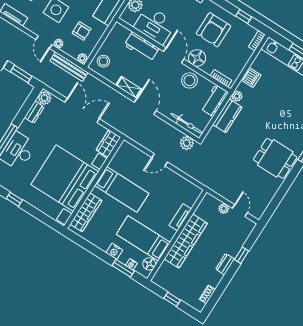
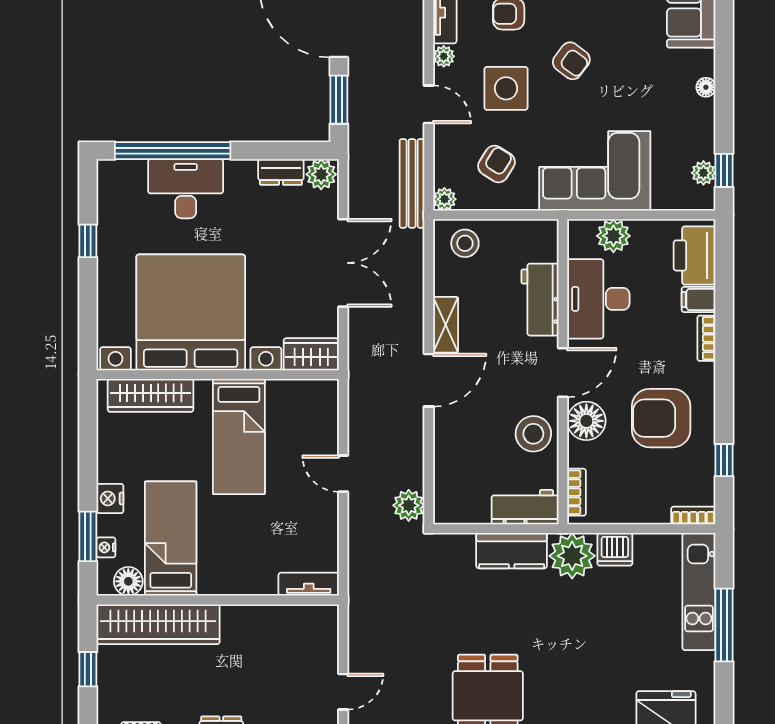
armchair: (82, 31) -> (497, 164), turned -148
door: (44, 42) -> (429, 104), swing flipped
plant: (58, 44) -> (444, 56), moved
plant: (237, 96) -> (572, 556), width x1.88, depth x1.88
bicycle: (187, 124) -> (447, 482), removed
plant: (224, 209) -> (327, 658), removed
tv unit: (180, 217) -> (309, 584), moved
wardrobe: (186, 241) -> (158, 624), moved

